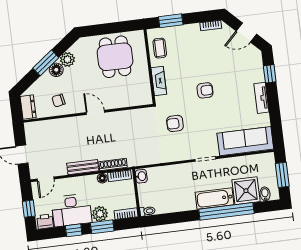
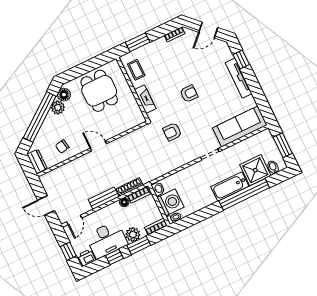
window: (46, 63) -> (40, 117), width x2.11
floor lamp: (56, 70) -> (64, 95), moved
tv unit: (261, 98) -> (239, 78), width x1.41
washing machine: (149, 194) -> (170, 202), added

